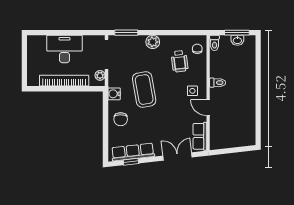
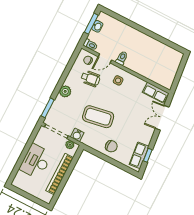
water cooler: (114, 94) -> (77, 135), moved
door: (208, 108) -> (105, 58), moved
row of seats: (133, 152) -> (139, 155), width x0.68

